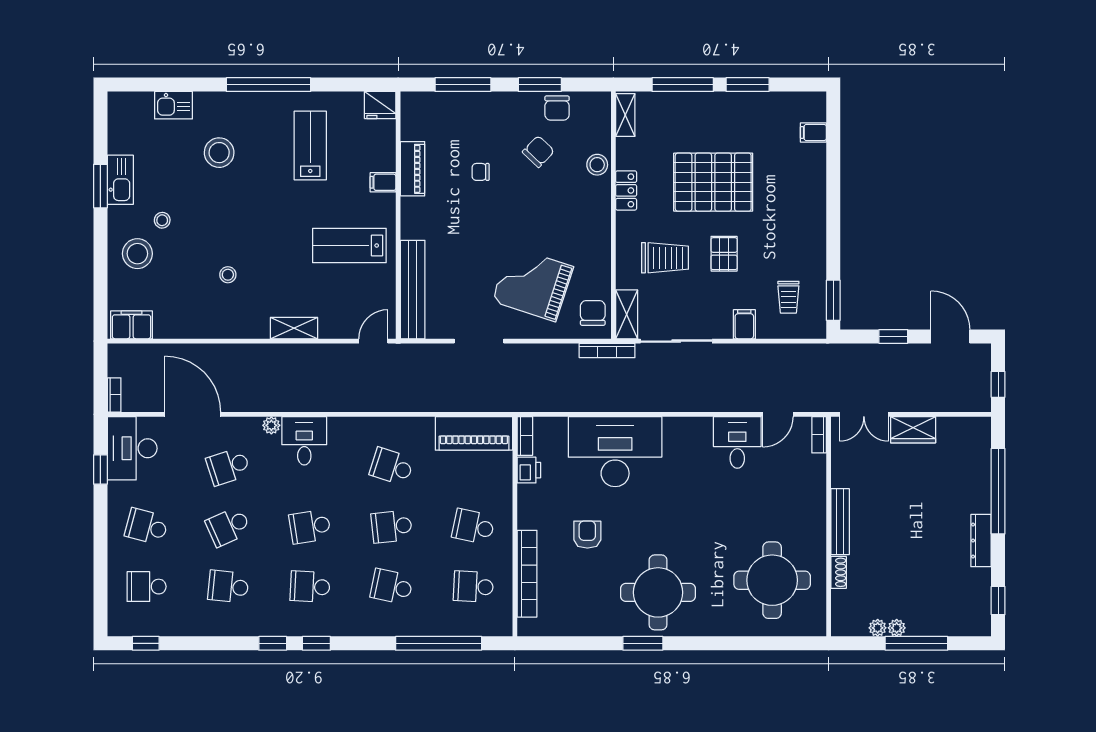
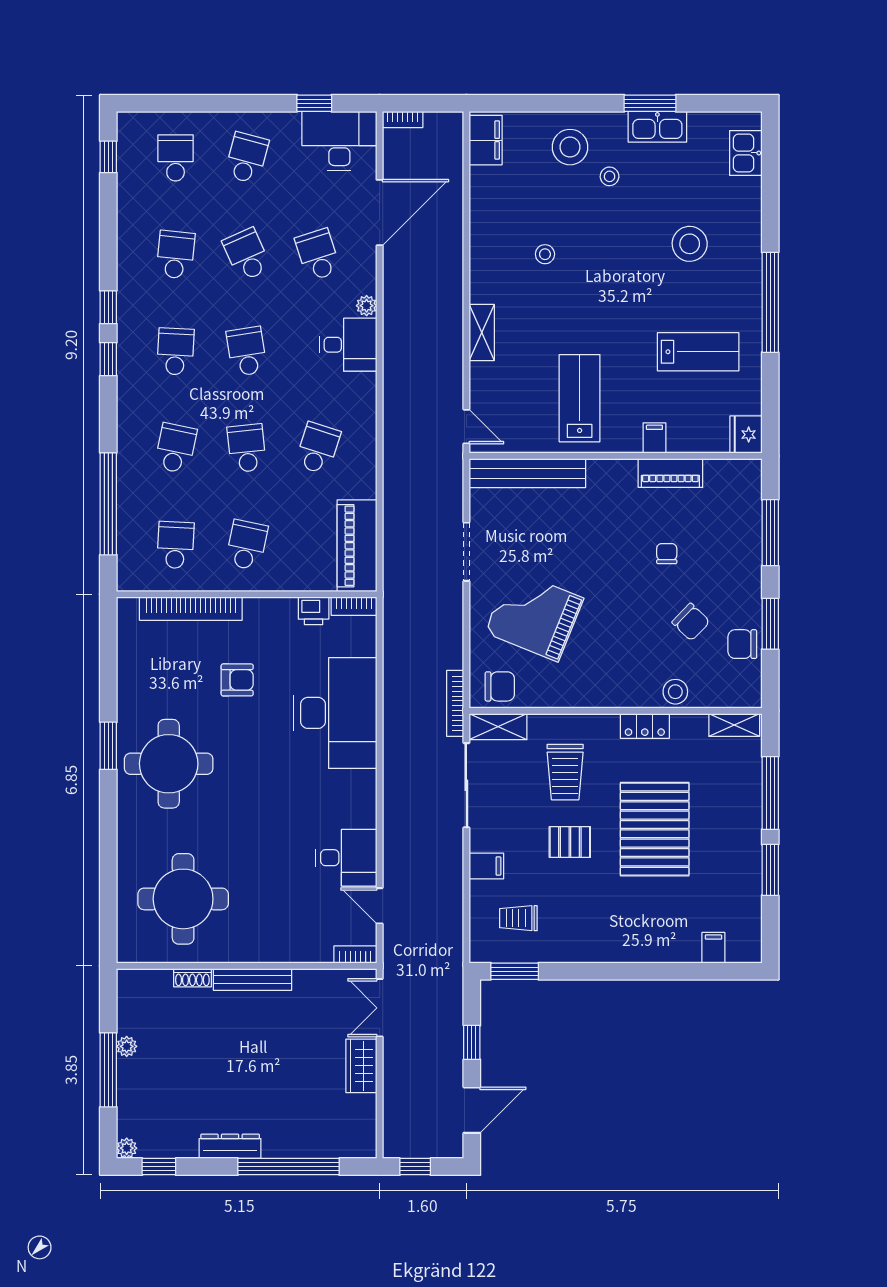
kitchen sink: (174, 105) -> (746, 153), moved
grand piano: (533, 284) -> (534, 615), turned -86
plant: (878, 628) -> (127, 1148), moved

